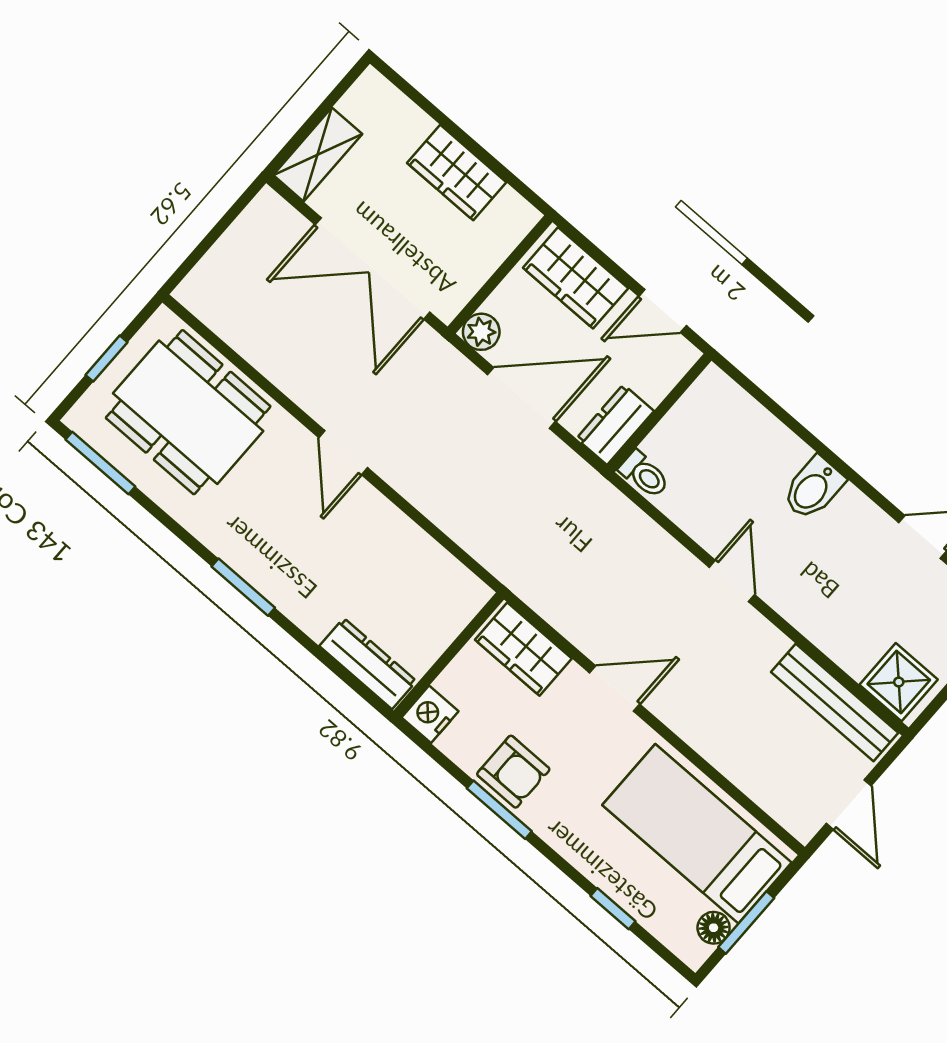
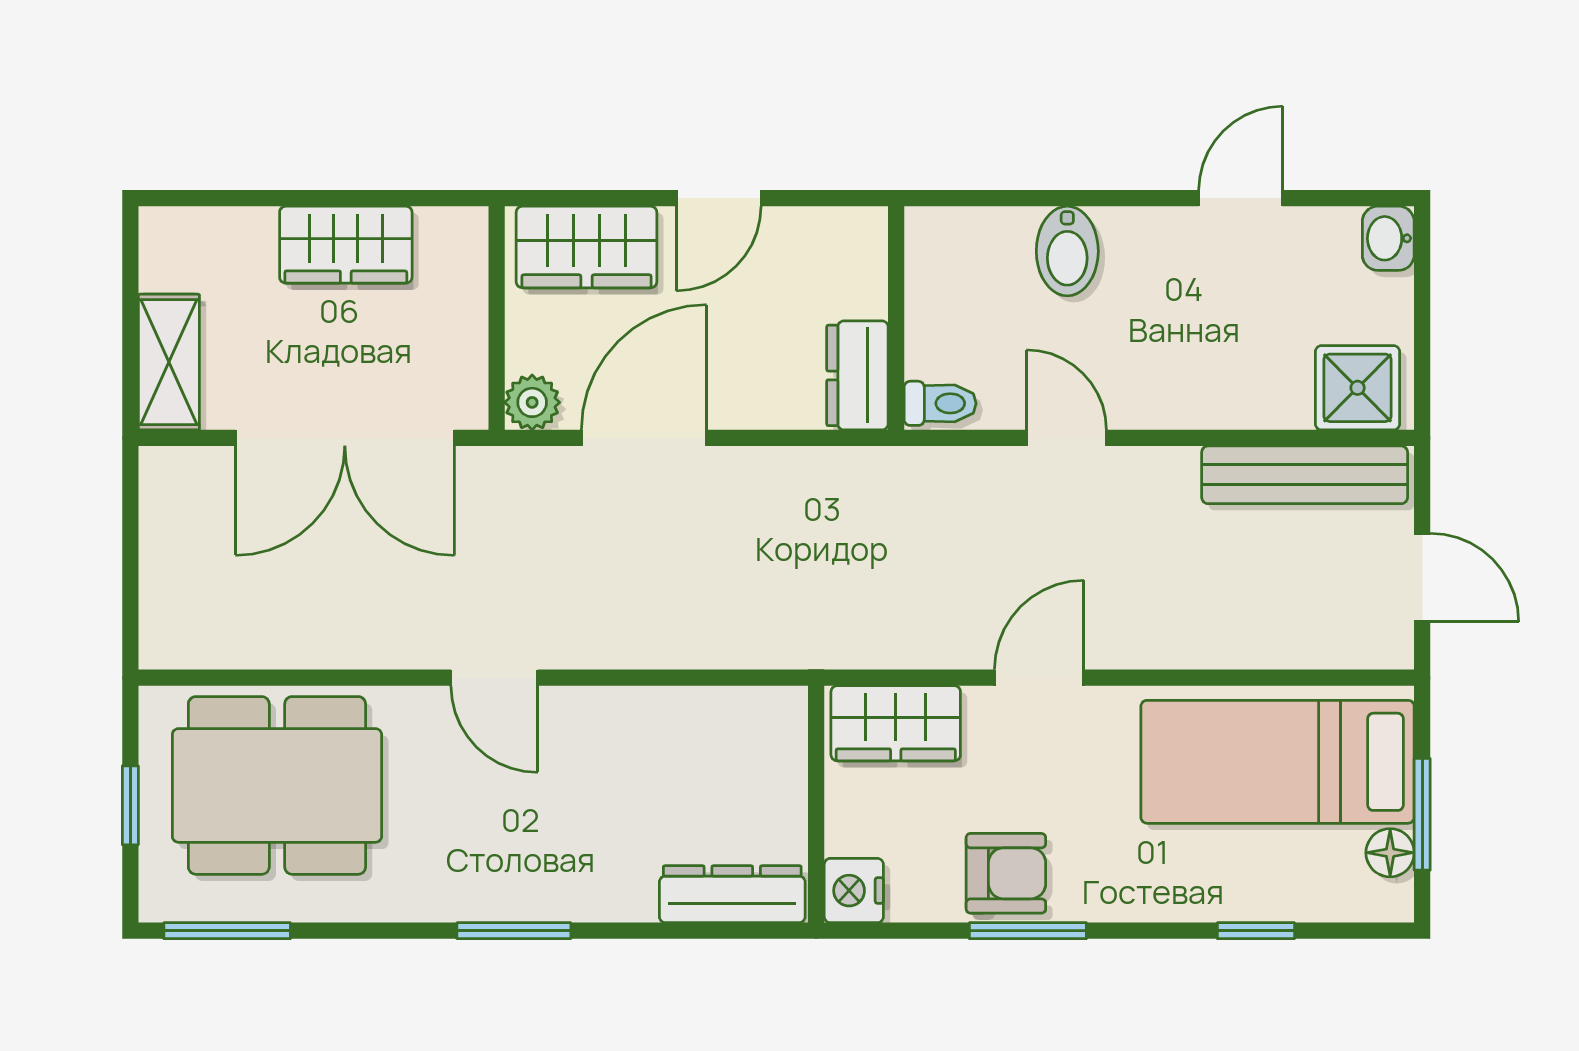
wall: (659, 413) -> (896, 318), moved
dresser: (615, 425) -> (857, 375), moved
toilet: (644, 474) -> (940, 403), moved

